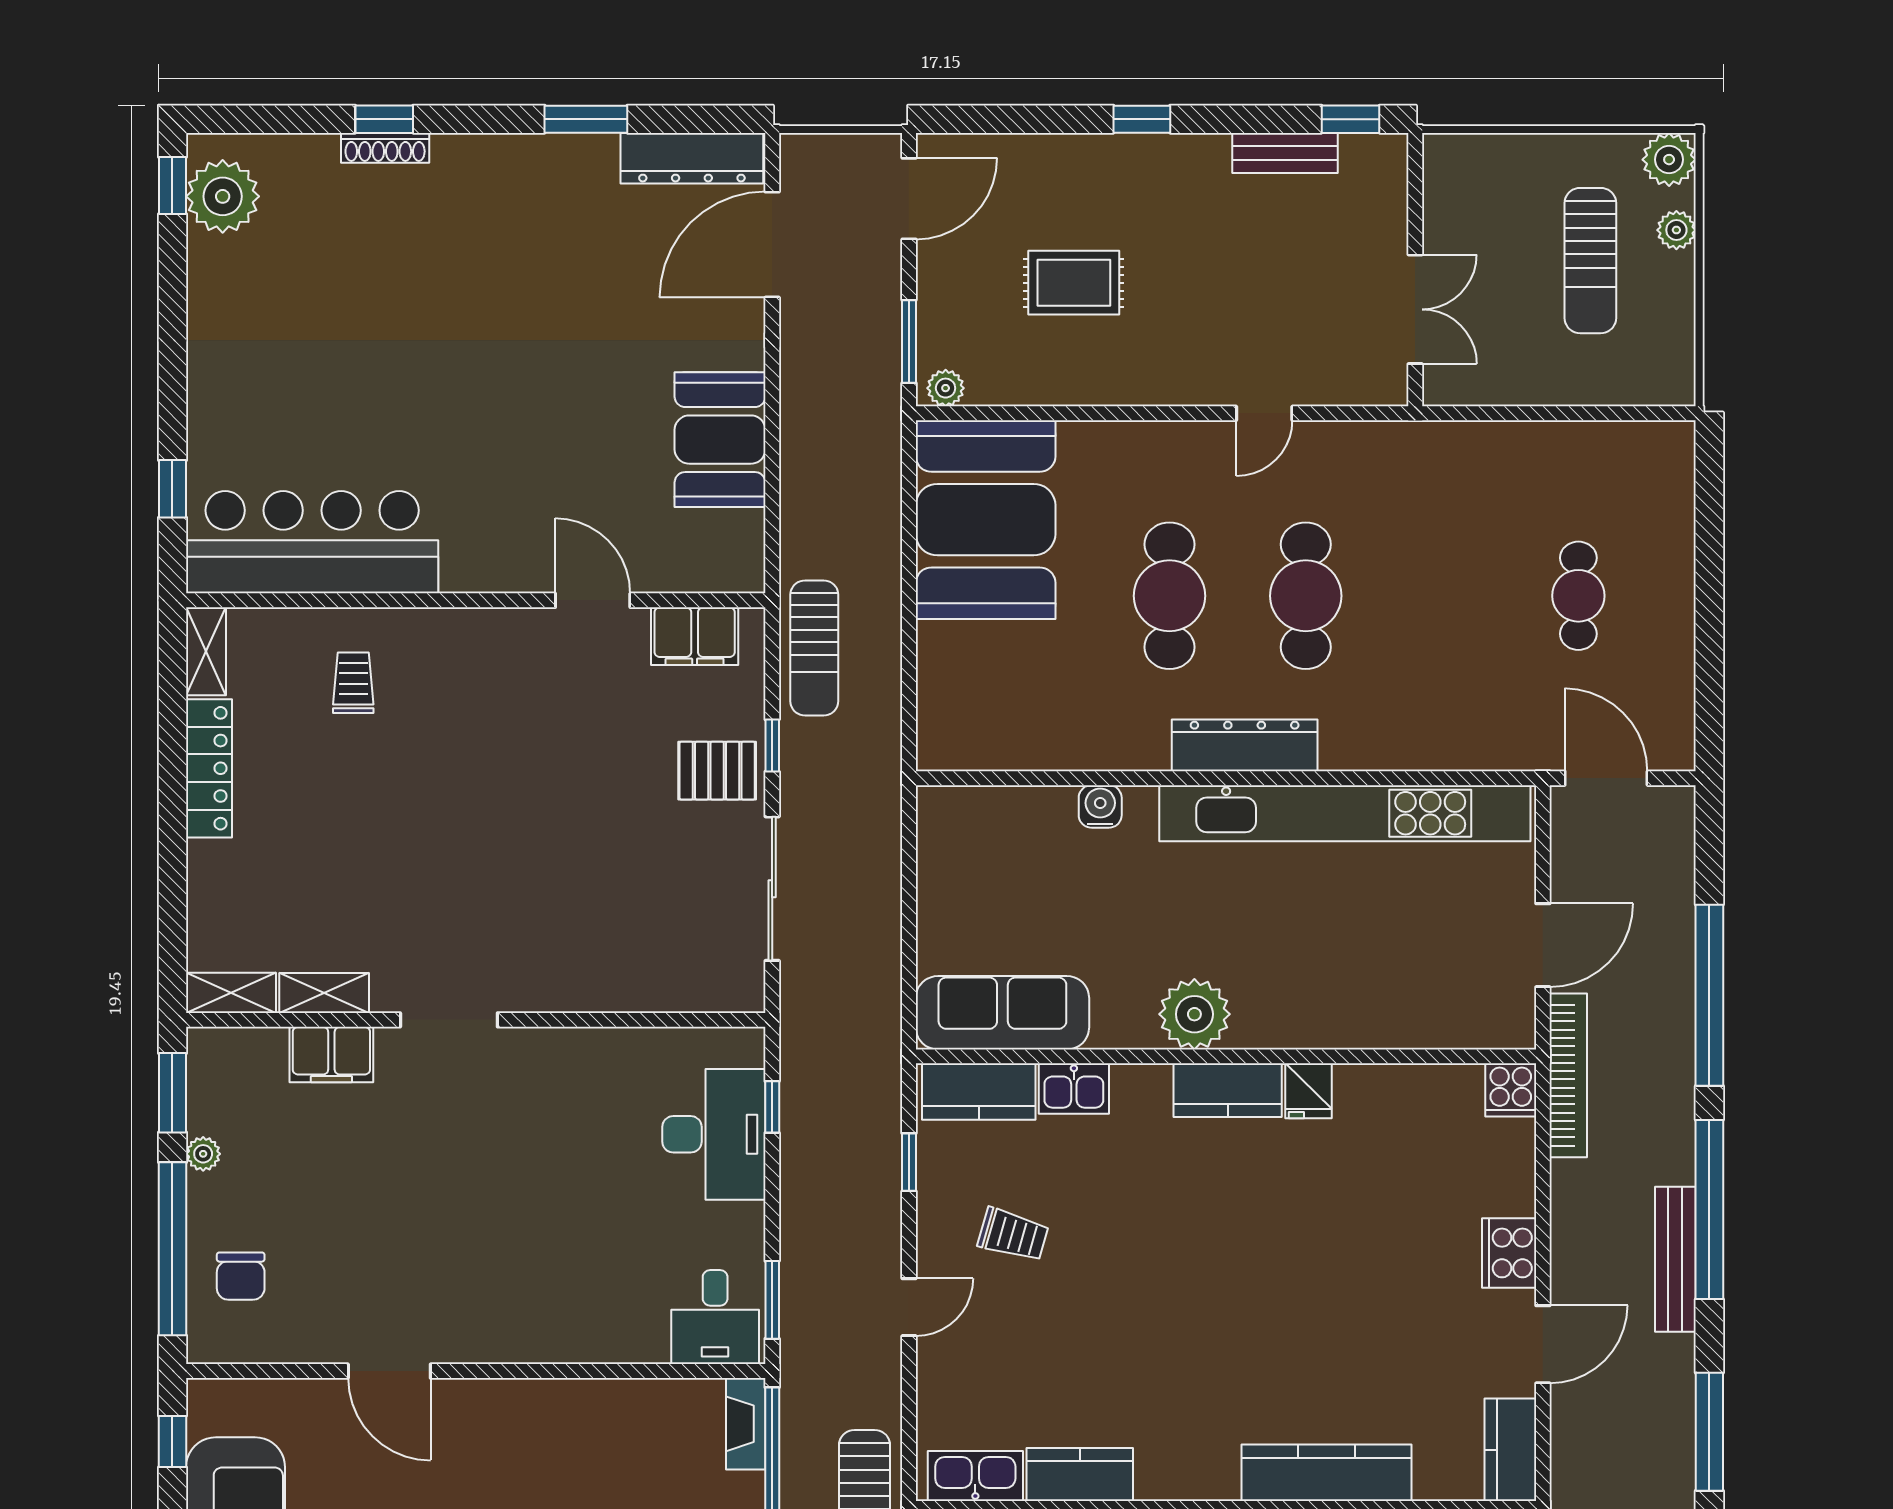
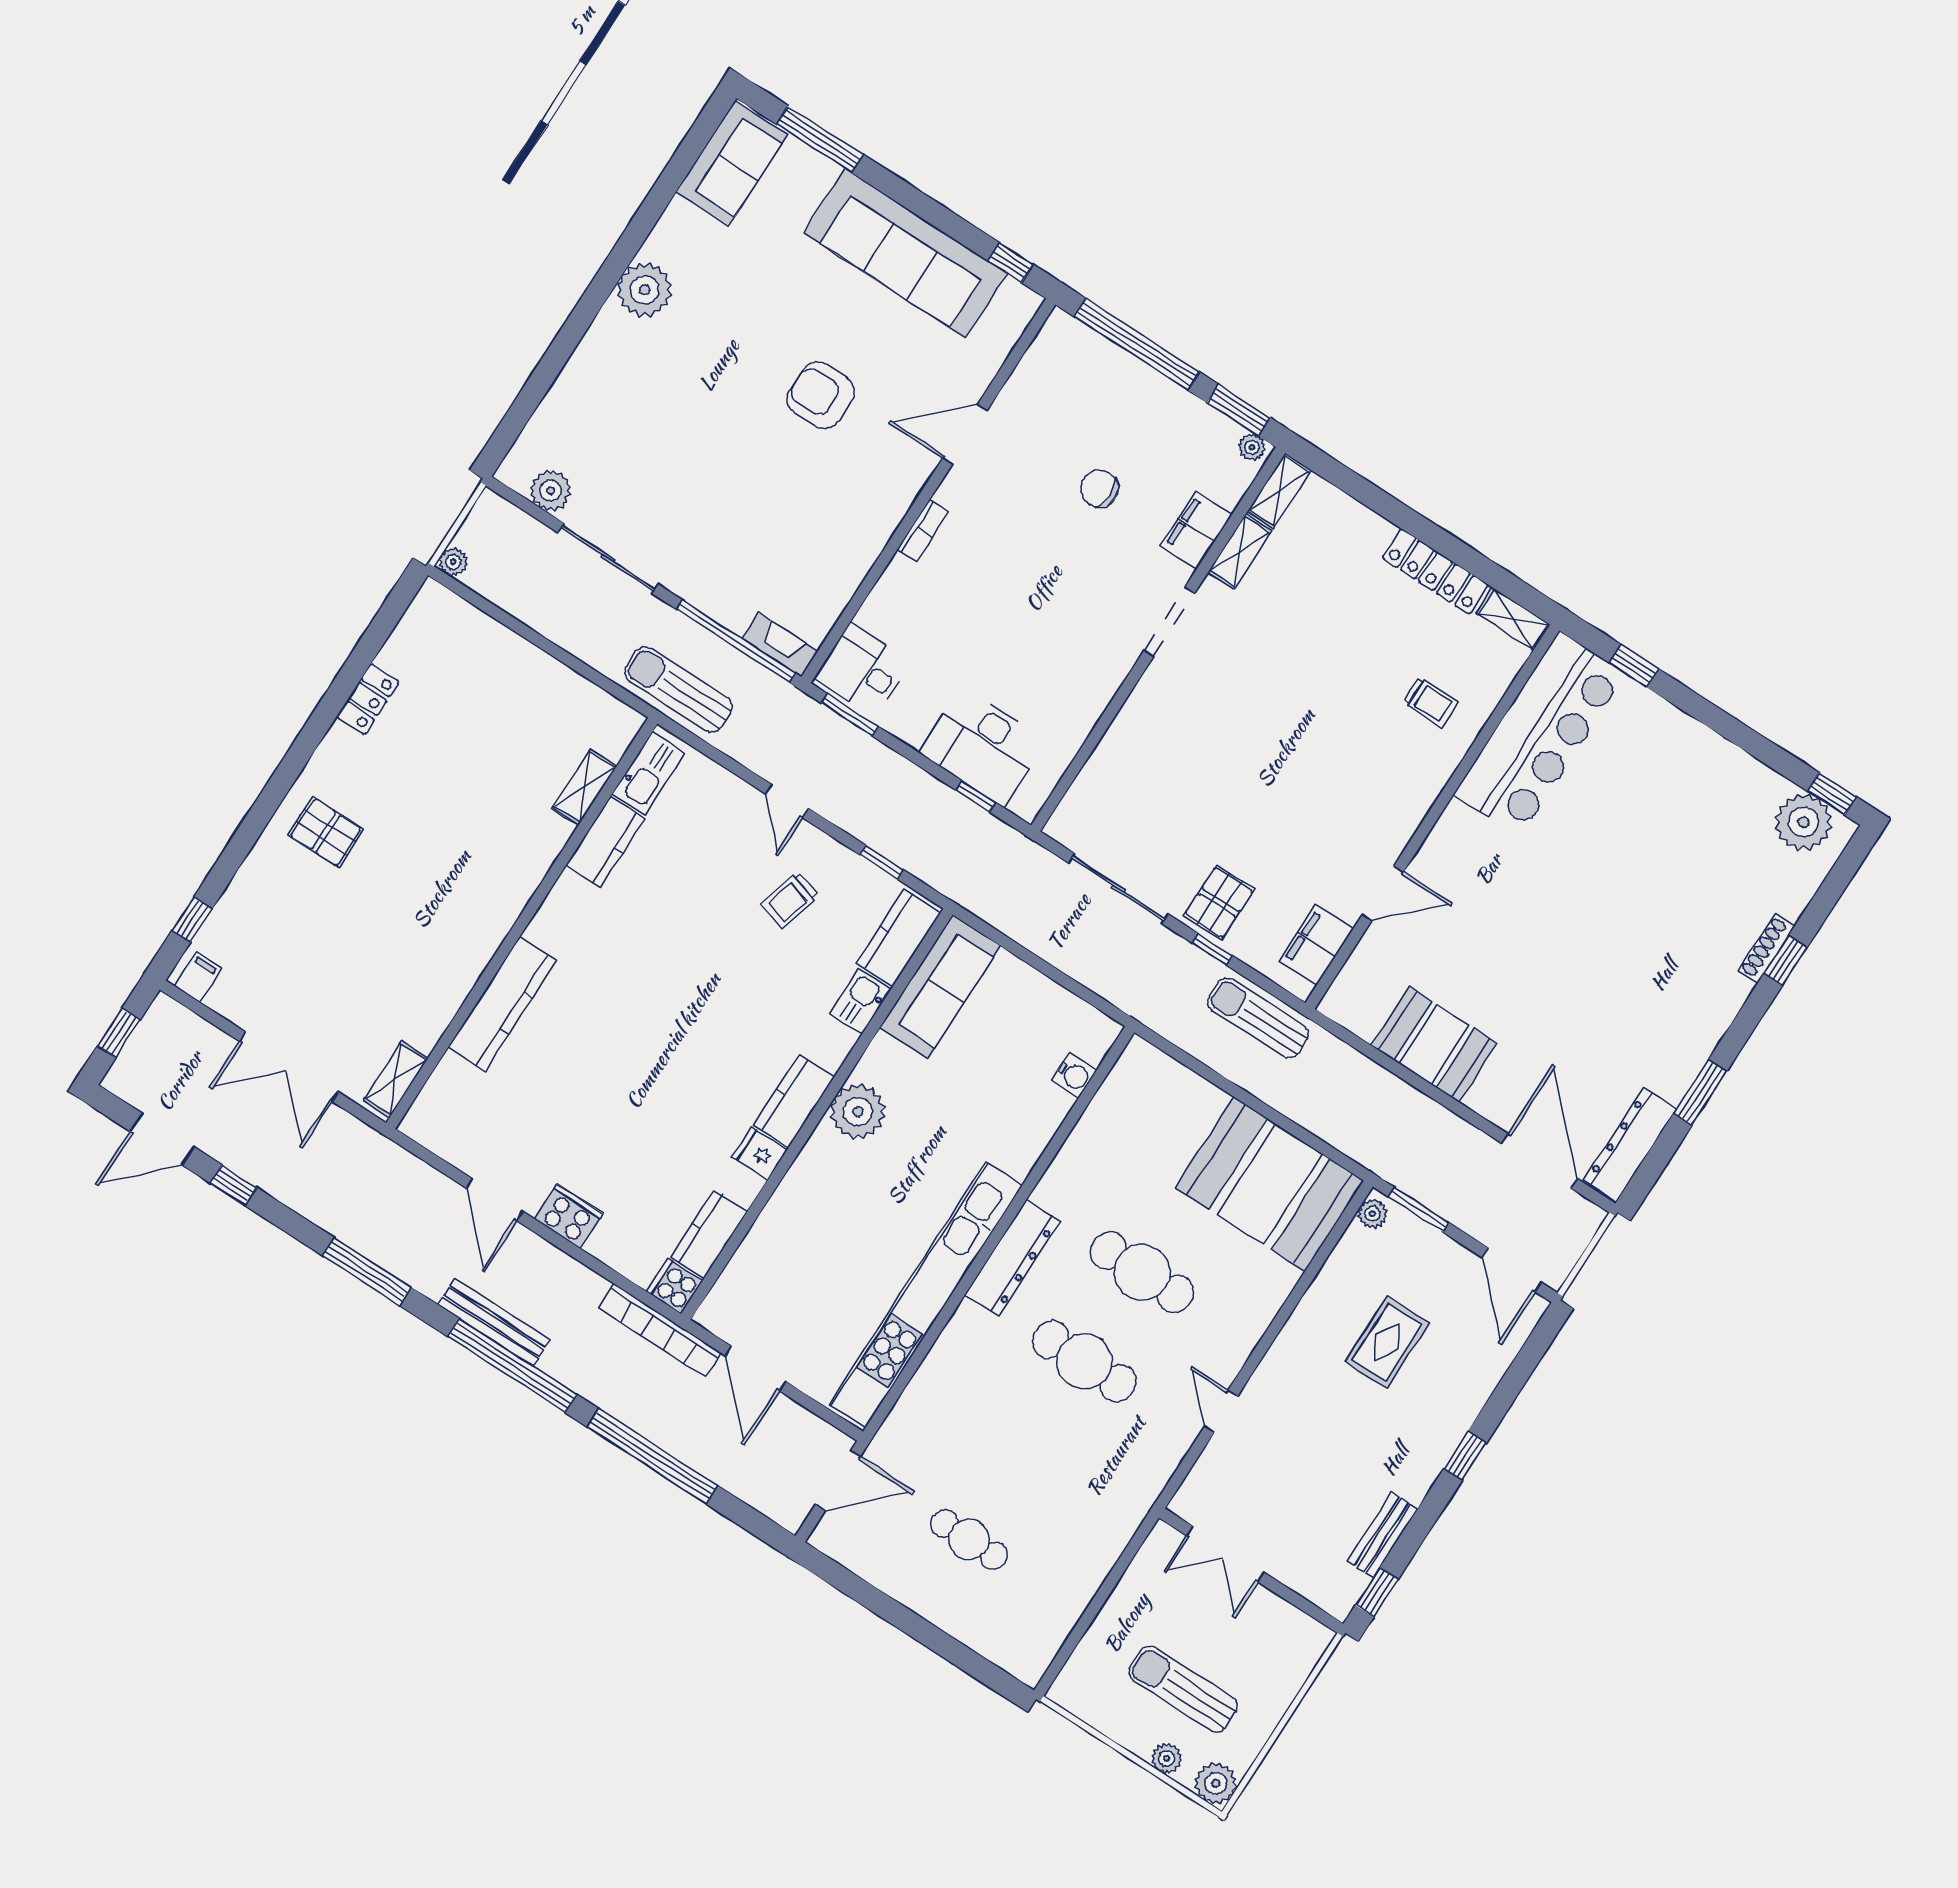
water cooler: (1100, 806) -> (1074, 1075), moved
plant: (203, 1154) -> (1252, 447), moved
chair: (241, 1276) -> (1100, 489), moved
bookcase: (522, 1349) -> (923, 531), added
kitchen counter: (1510, 1450) -> (709, 1234), moved, turned -90

